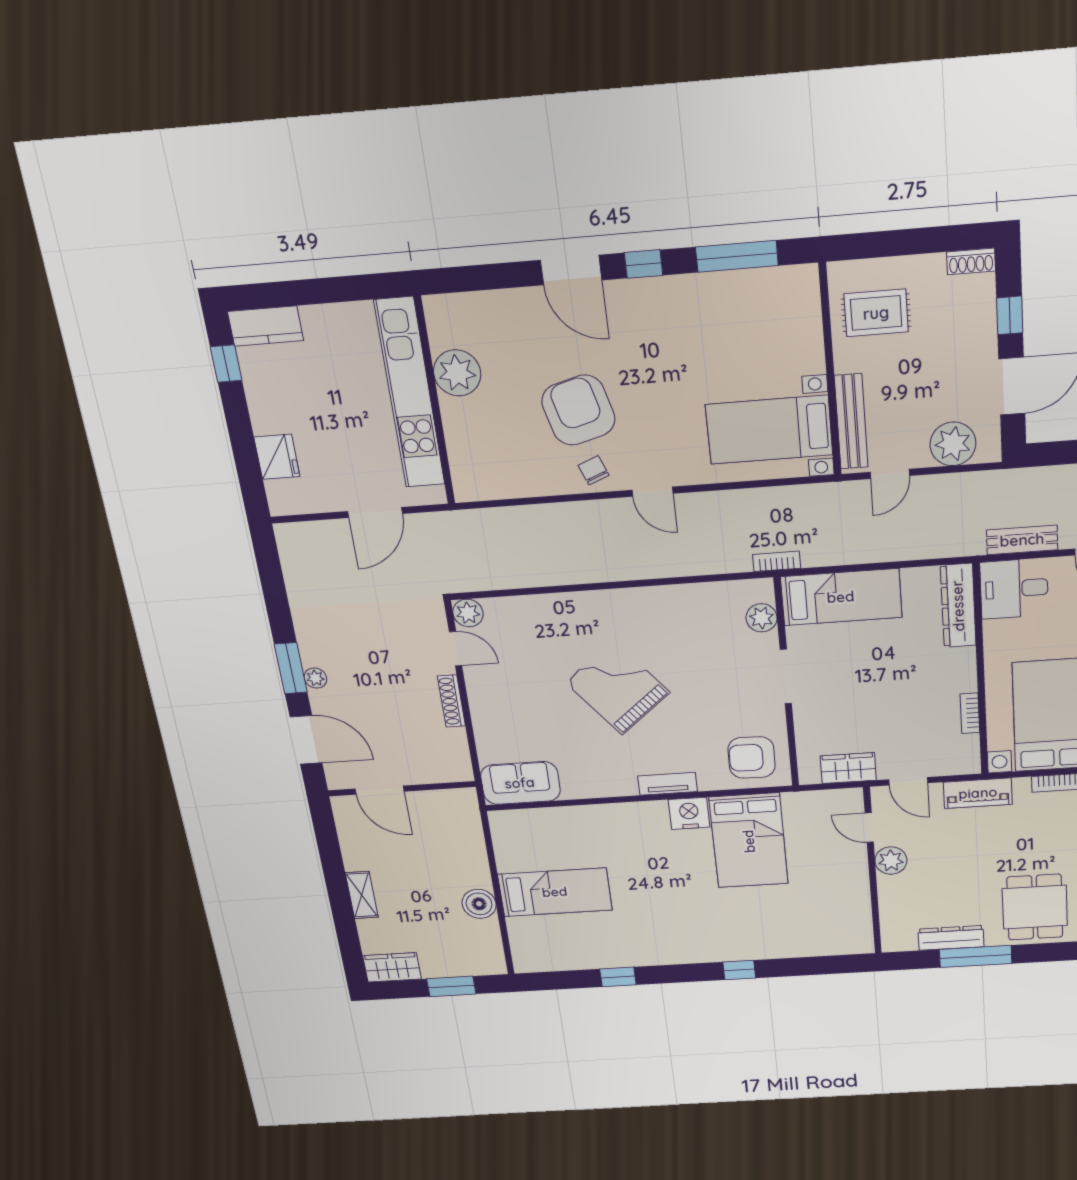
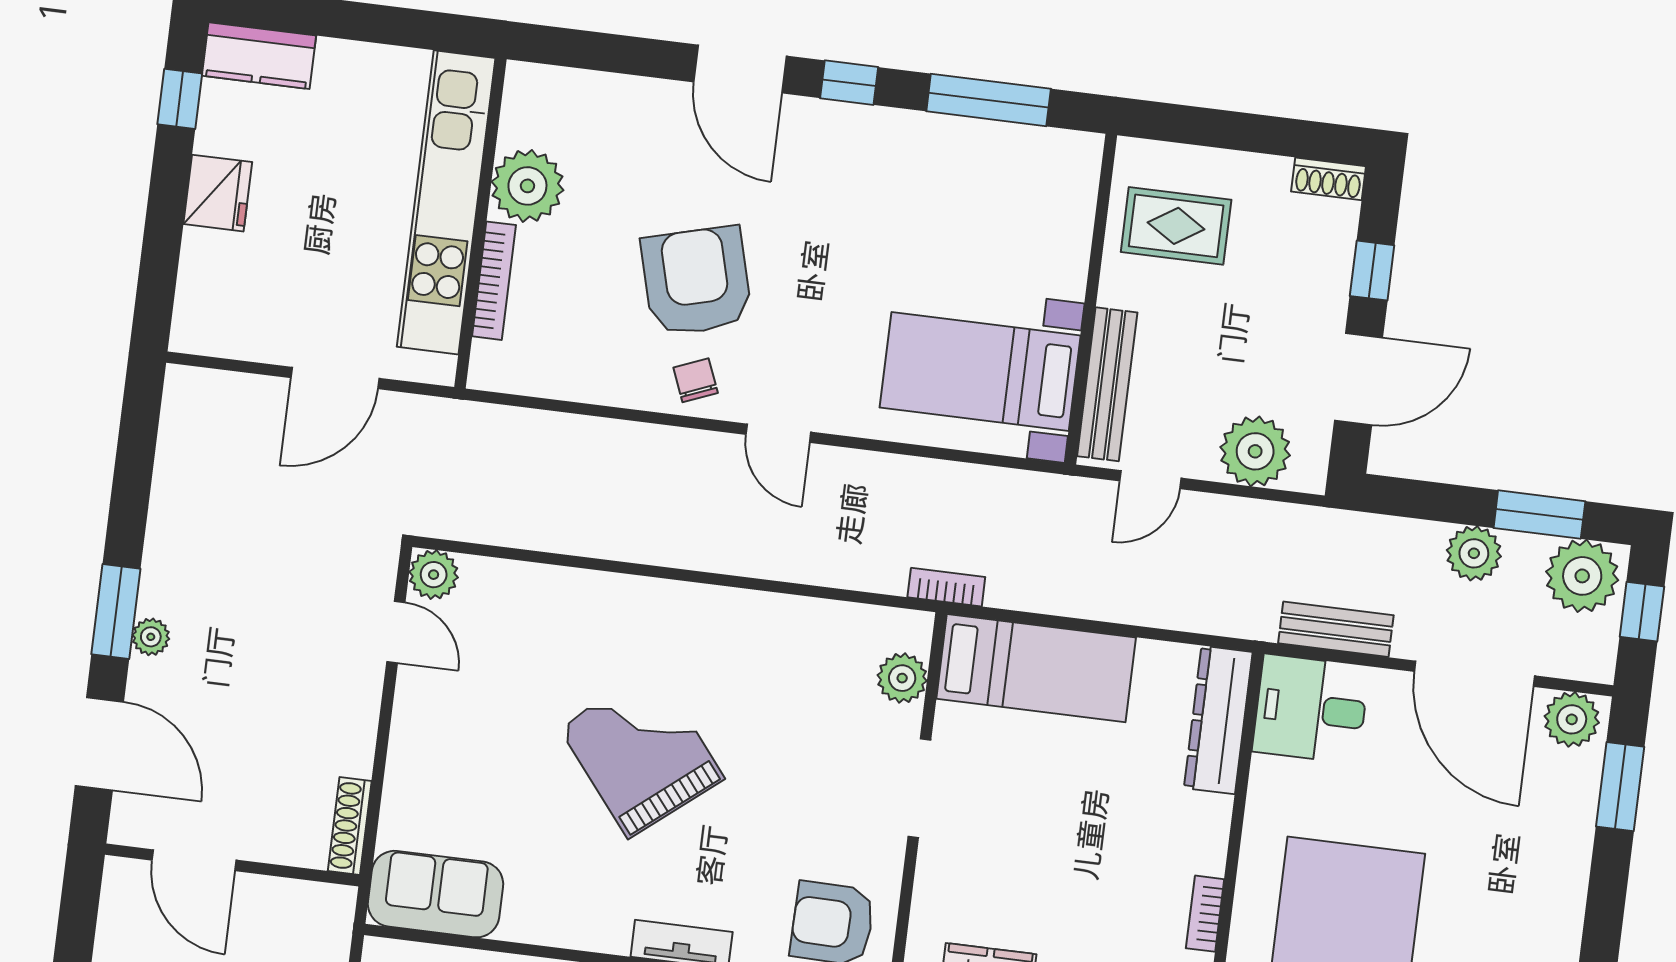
bookcase: (453, 435) -> (494, 281), added
fridge: (277, 457) -> (218, 193), moved
shoe rack: (451, 701) -> (350, 826), moved

